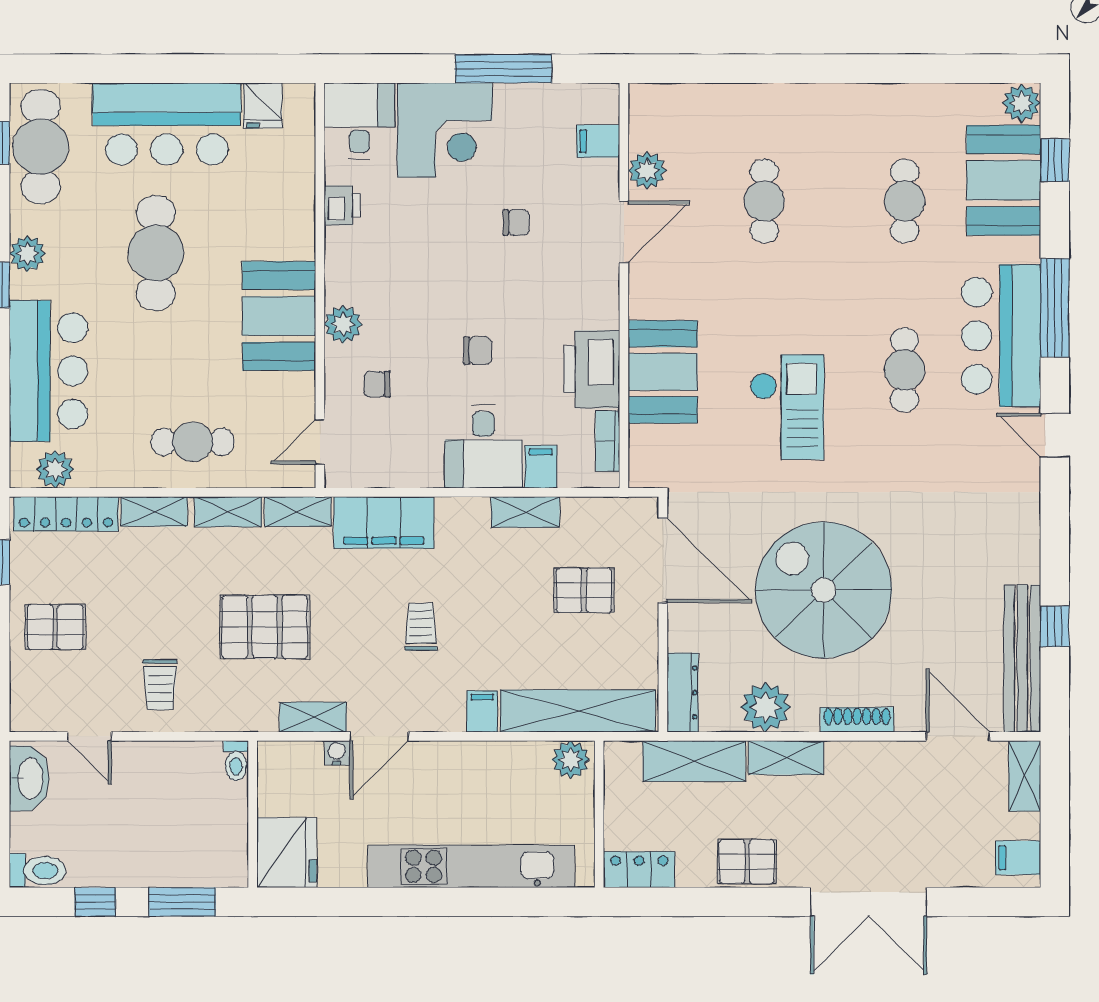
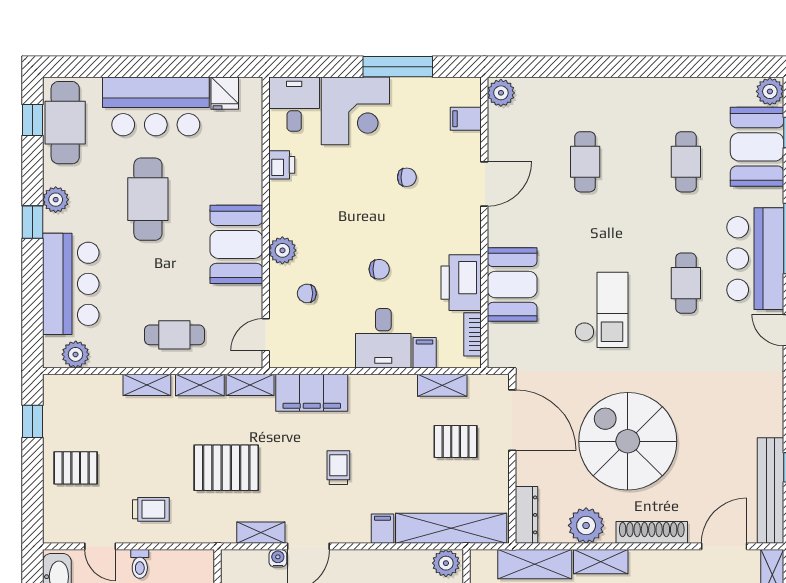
plant: (647, 170) -> (501, 93), moved
shelving: (525, 512) -> (442, 385), moved
locker: (66, 514) -> (83, 387), removed
trolley: (160, 685) -> (151, 509), turned -90
shoe rack: (857, 720) -> (652, 532), width x1.36, depth x1.24
door: (958, 736) -> (724, 546), hinge flipped
toilet: (236, 761) -> (140, 564), moved

